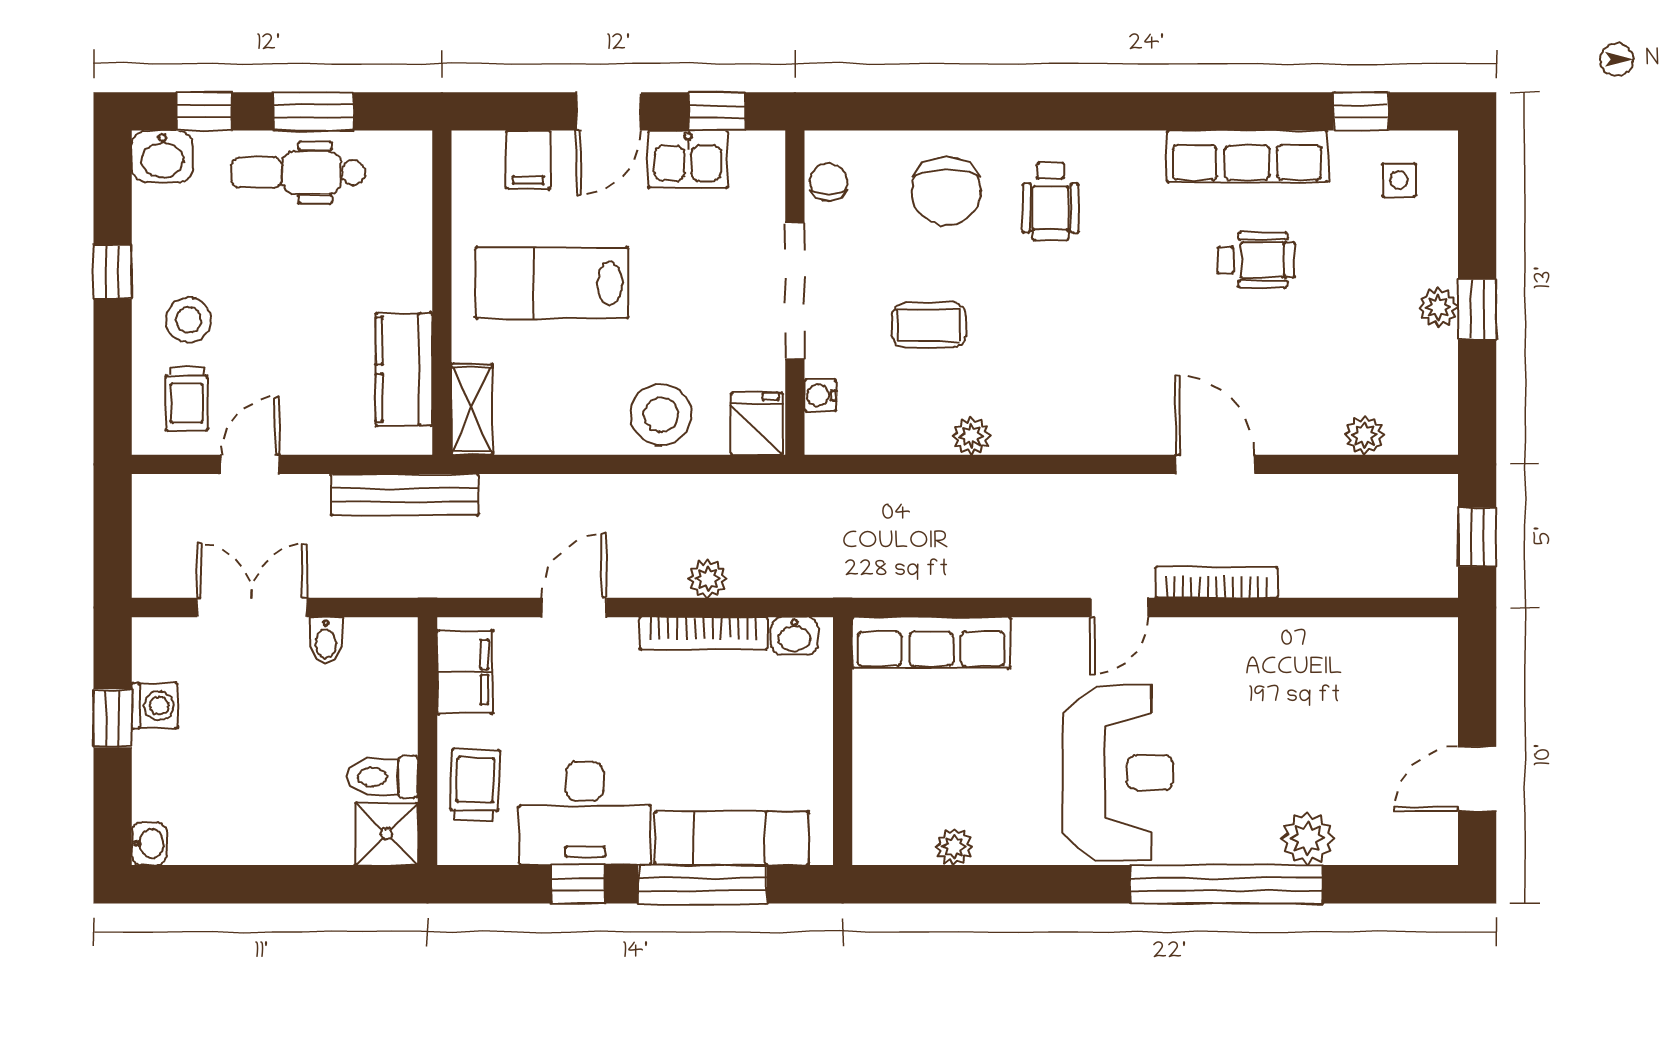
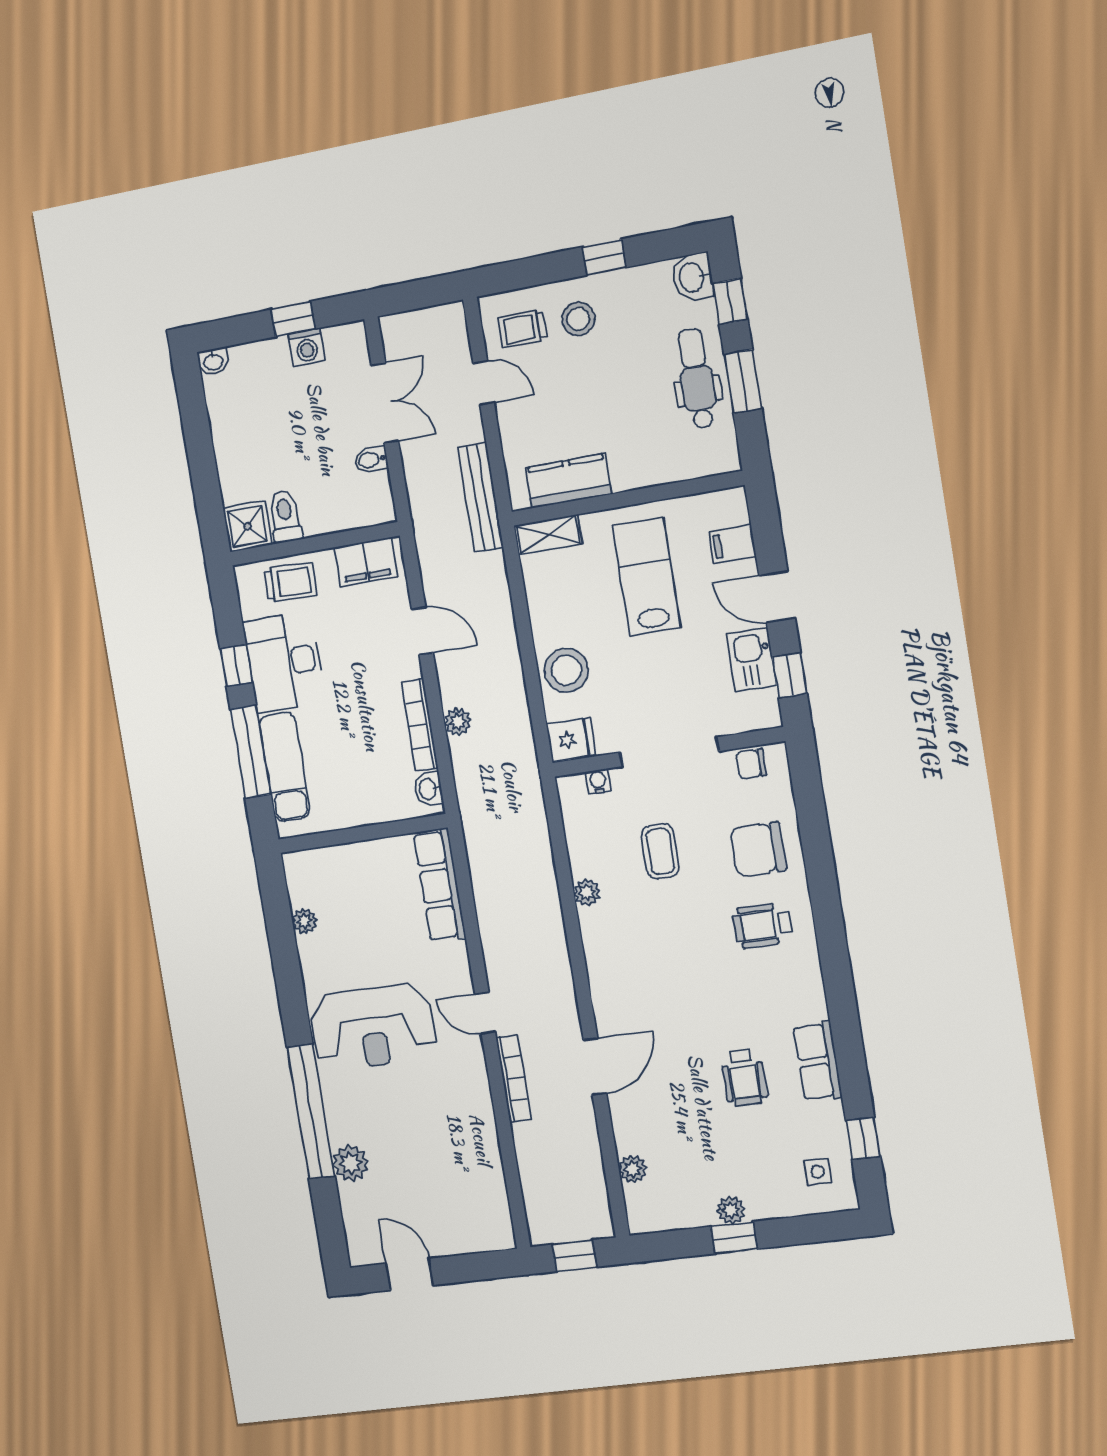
row of seats: (1247, 156) -> (818, 1061), width x0.68
chair: (829, 182) -> (751, 764), turned 180

